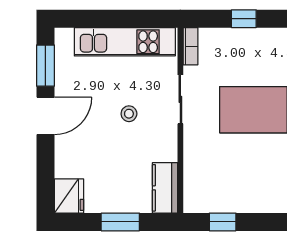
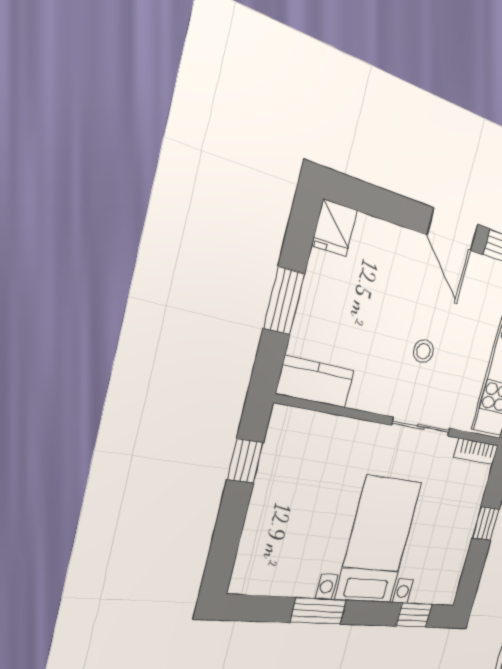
fridge: (69, 196) -> (335, 228), width x0.72

